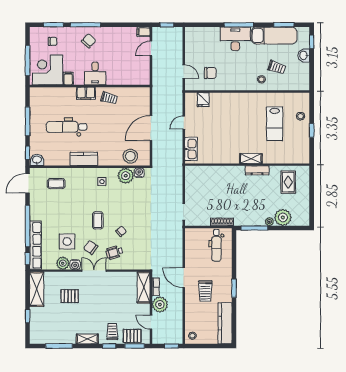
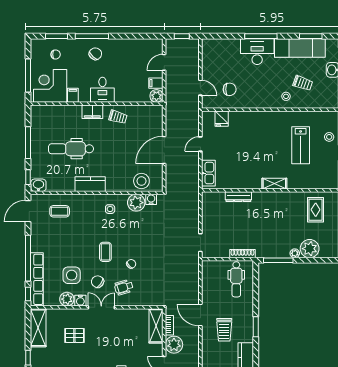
filing cabinet: (143, 32) -> (156, 83), moved
plant: (144, 79) -> (156, 96), added
dresser: (257, 170) -> (238, 197), moved

